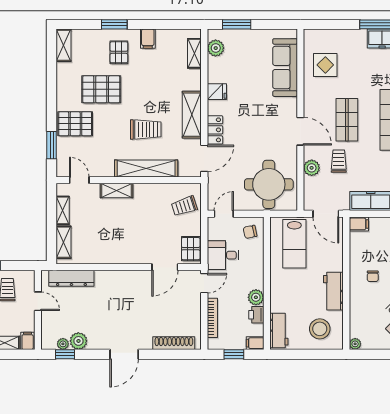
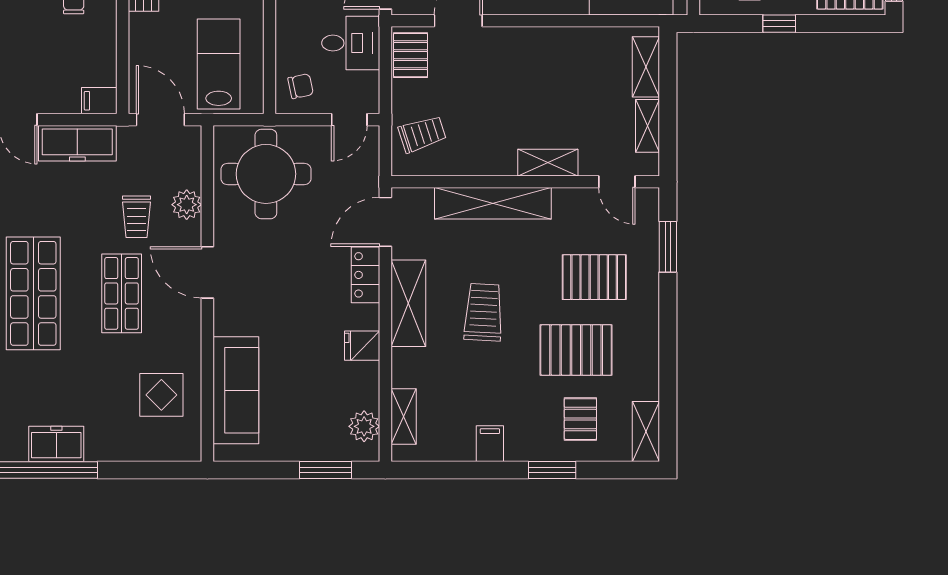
pallet: (119, 52) -> (580, 419), moved
pallet: (75, 124) -> (594, 277), moved
trolley: (146, 129) -> (483, 312), moved, turned 93

